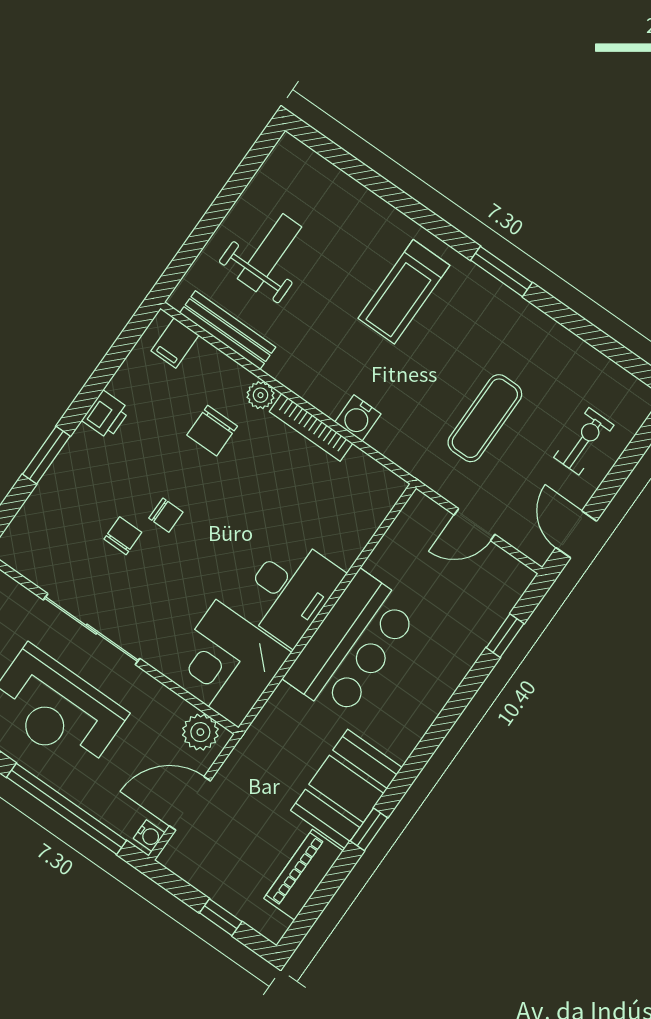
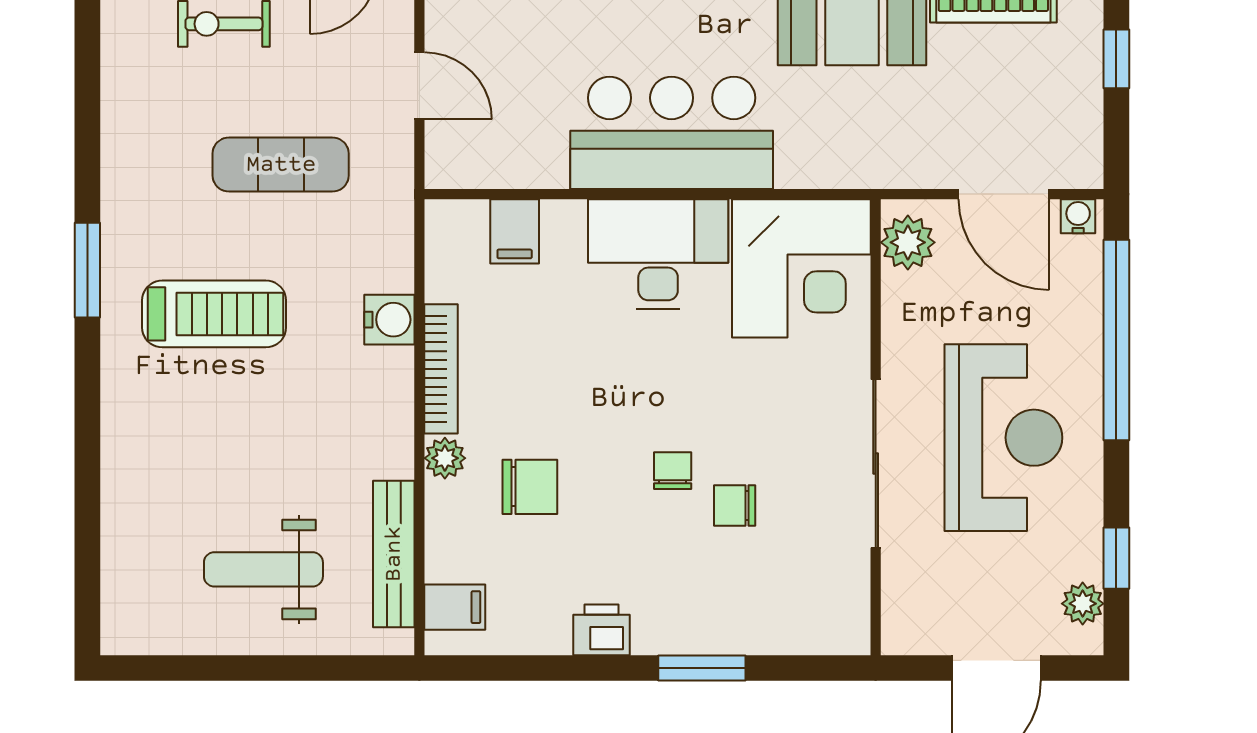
treadmill: (404, 292) -> (214, 314), moved
filing cabinet: (358, 521) -> (515, 231), added

